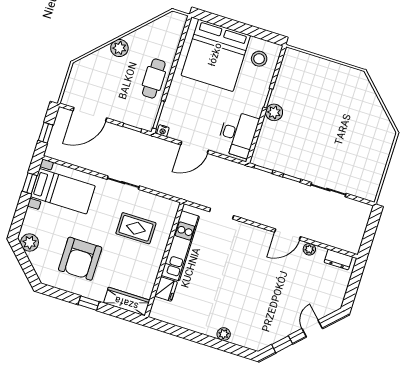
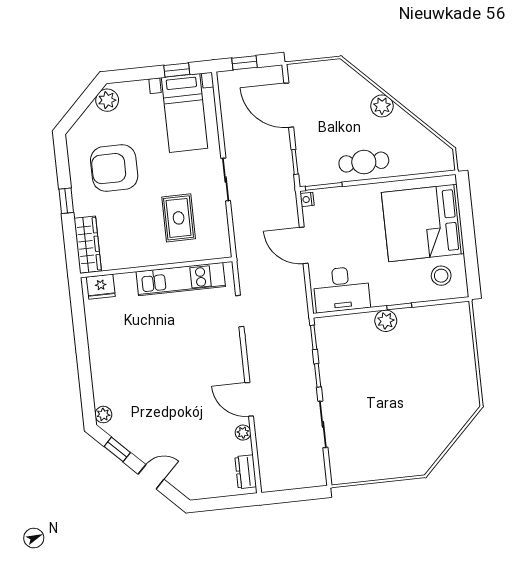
fridge: (166, 289) -> (101, 287), moved
plant: (224, 334) -> (103, 415), moved

